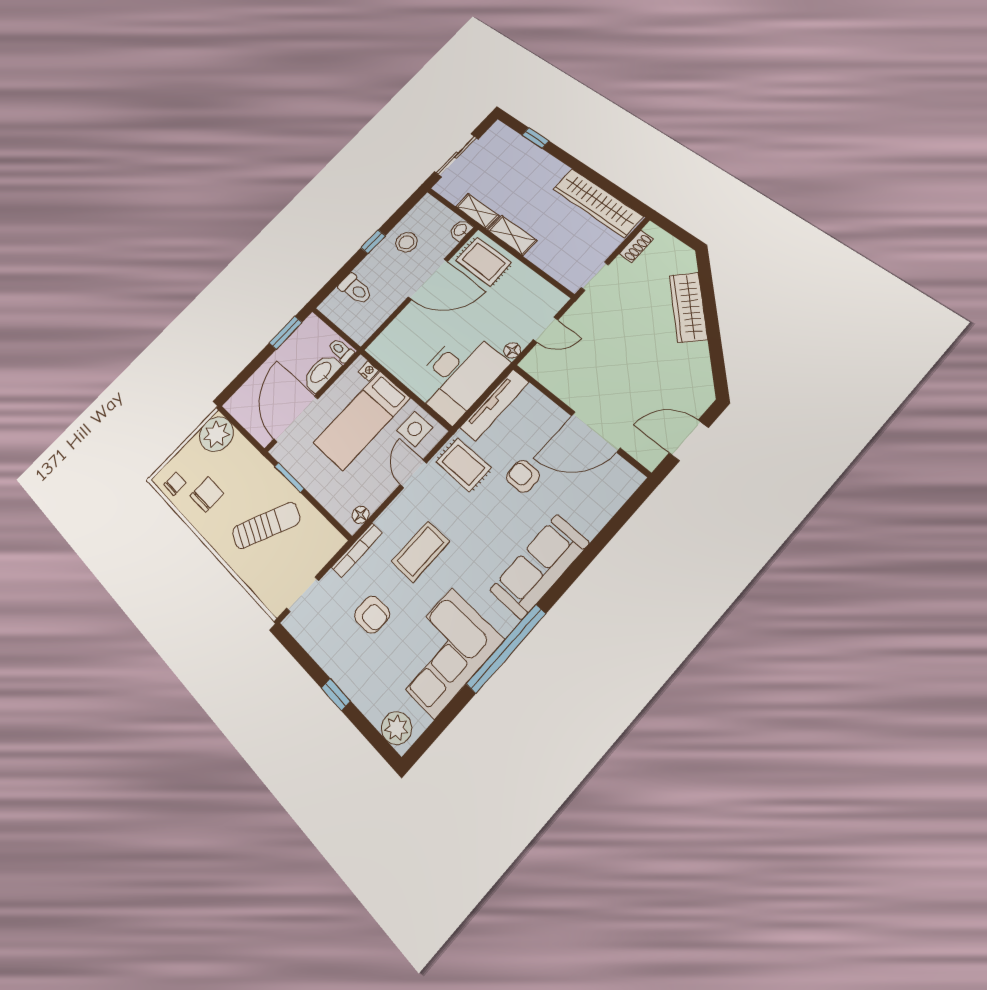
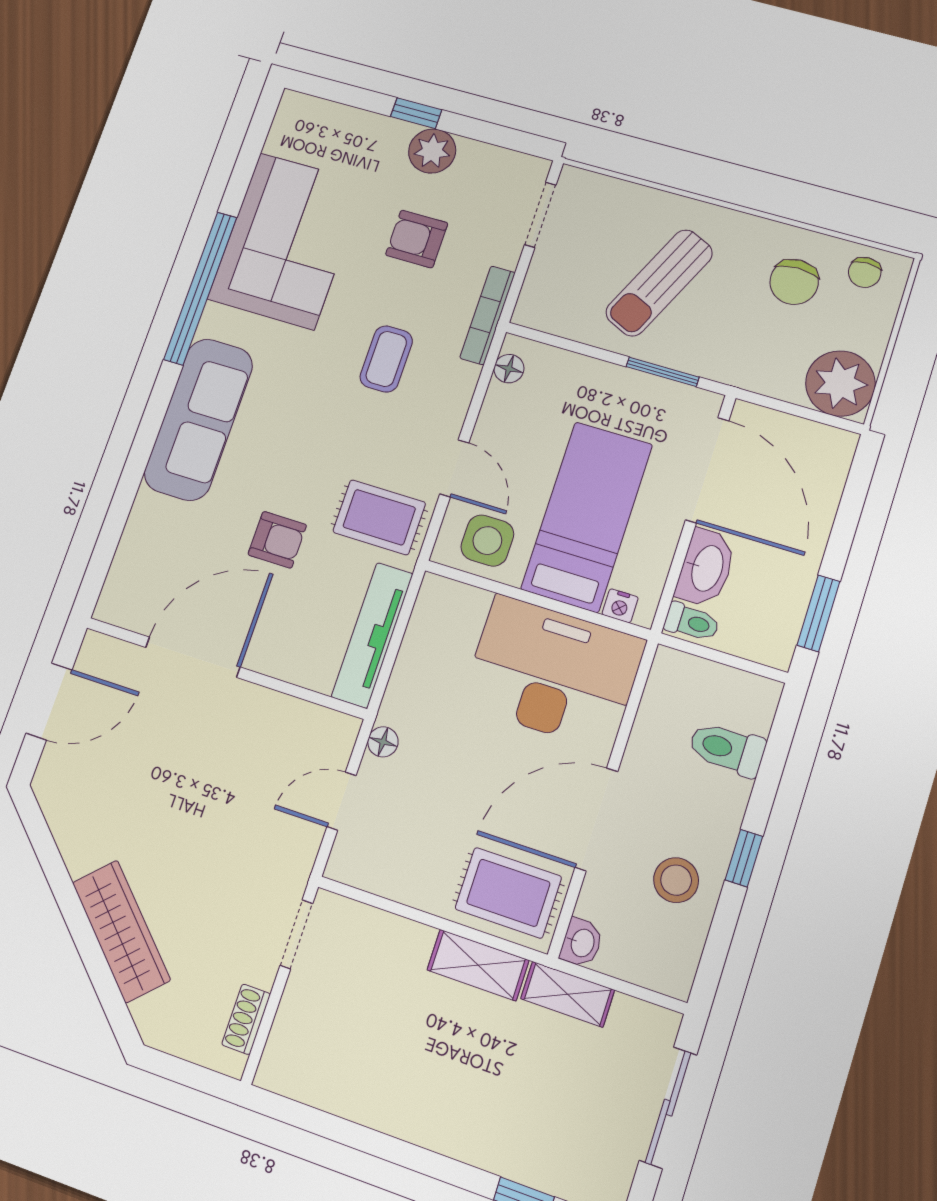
wardrobe: (597, 203) -> (348, 1088), removed
desk: (459, 375) -> (553, 672), moved, turned 90
coffee table: (420, 551) -> (386, 359), width x0.73, depth x0.77
plant: (397, 728) -> (432, 151), moved

